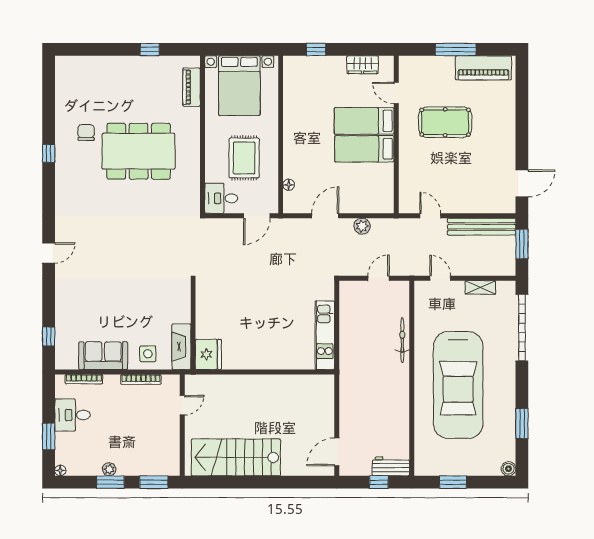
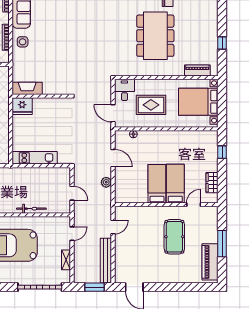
wall: (193, 325) -> (41, 96), moved
fireplace: (181, 347) -> (27, 88), moved
fridge: (208, 354) -> (22, 106), moved

